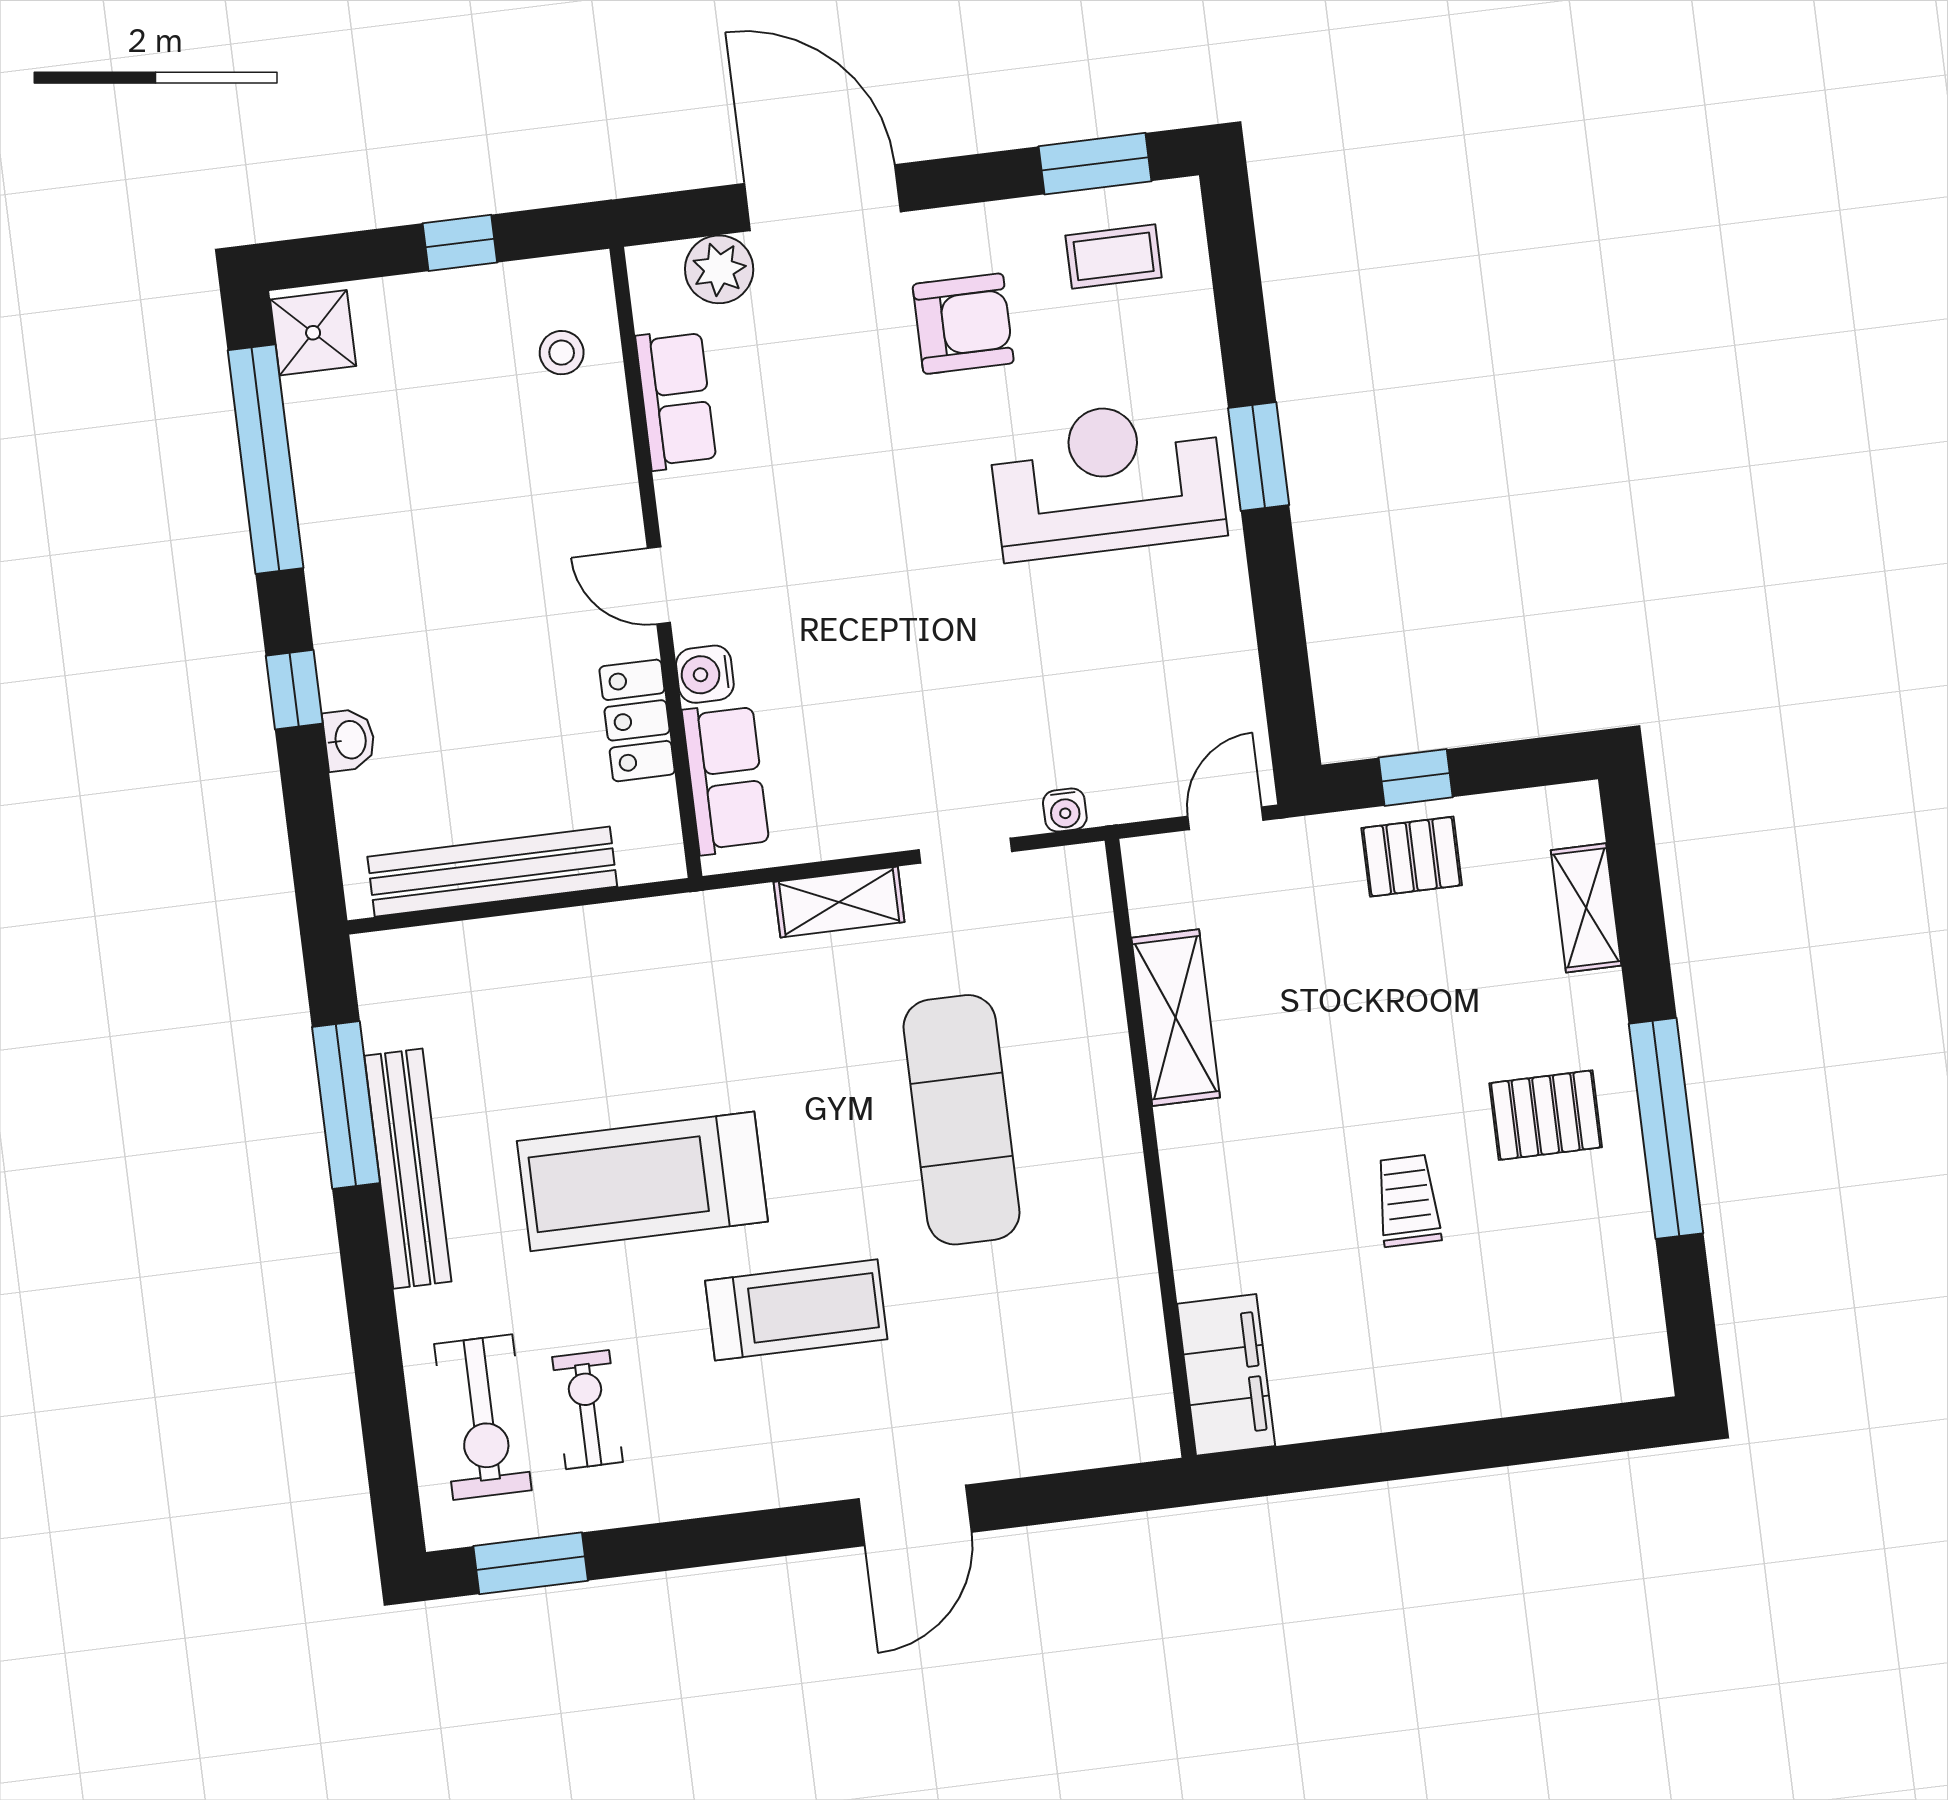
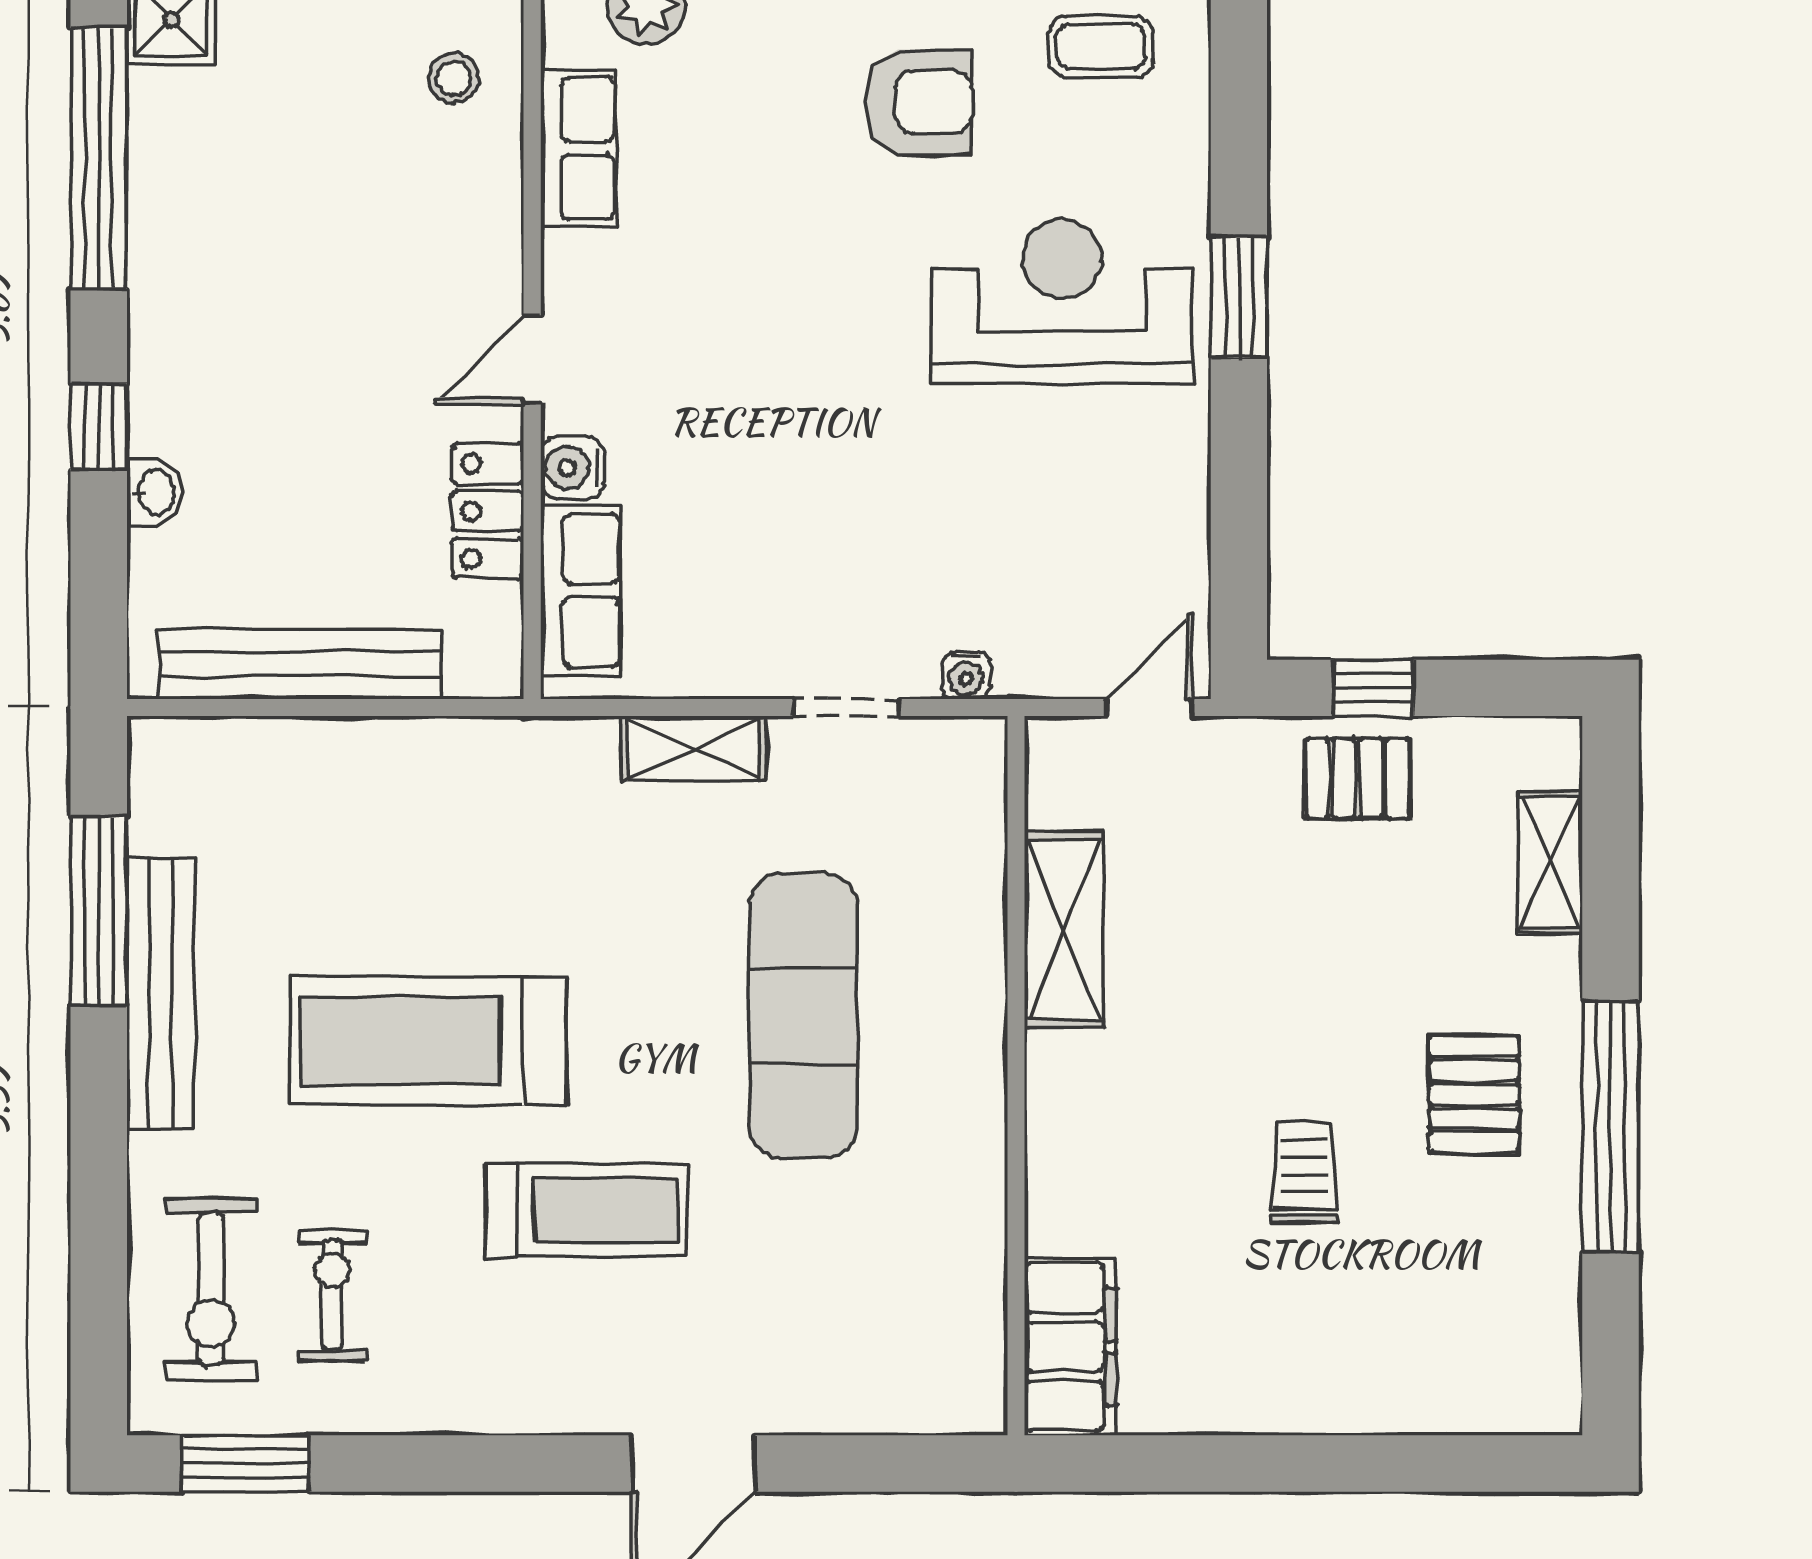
door: (659, 586) -> (532, 359), hinge flipped
pallet: (1546, 1115) -> (1474, 1094), turned 90

